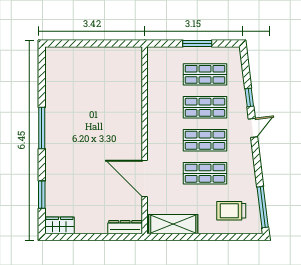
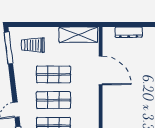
trolley: (231, 211) -> (33, 45), turned 180
dresser: (125, 227) -> (129, 32), moved

